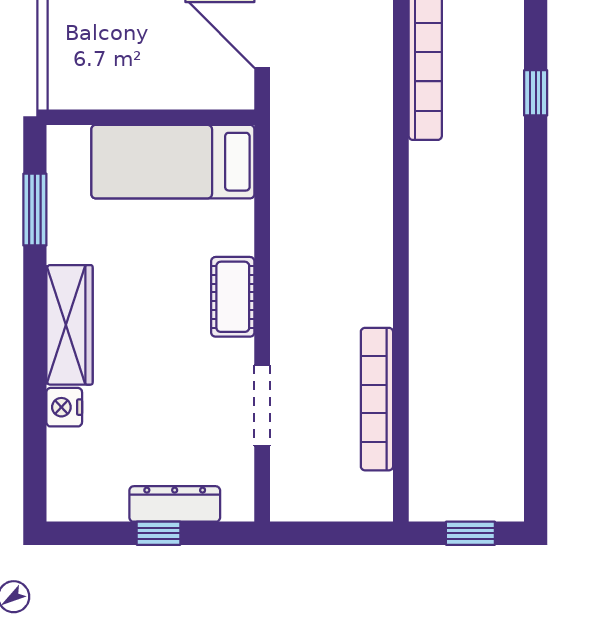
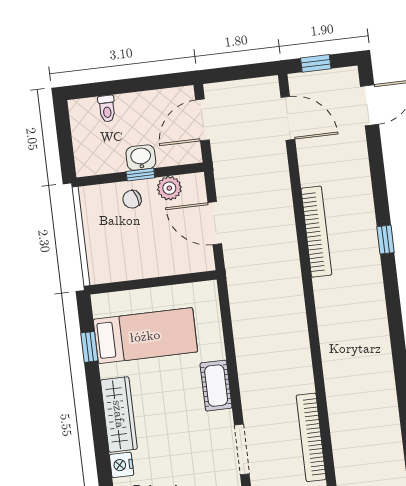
bed: (173, 162) -> (145, 336), moved, turned 180
window: (35, 210) -> (89, 347), width x0.67

